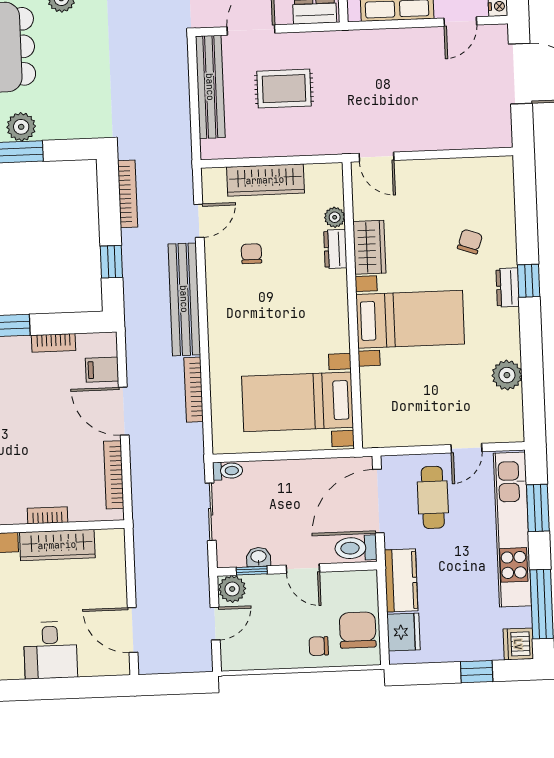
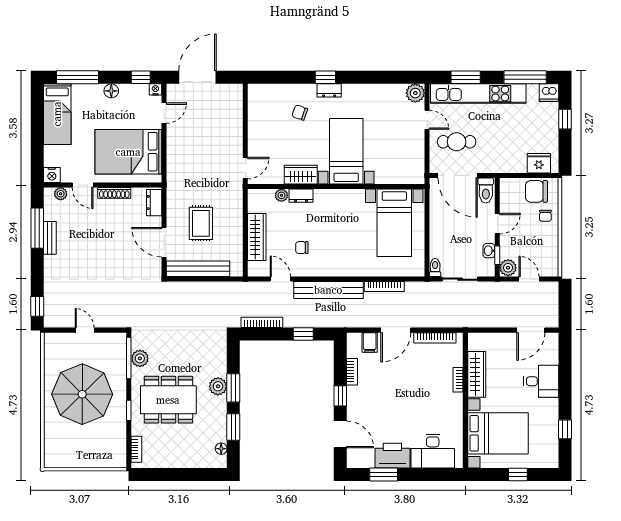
door: (460, 22) -> (164, 113), hinge flipped
plant: (507, 375) -> (415, 93), moved
kitchen counter: (401, 580) -> (507, 163), removed

